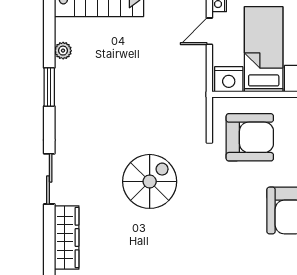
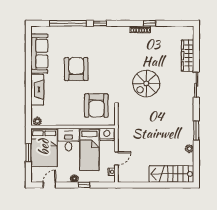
armchair: (250, 137) -> (96, 105), turned -90

